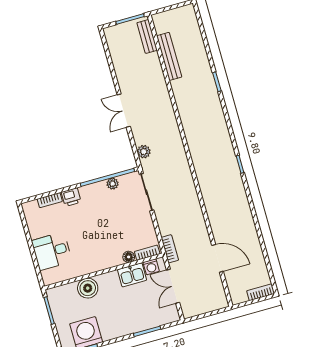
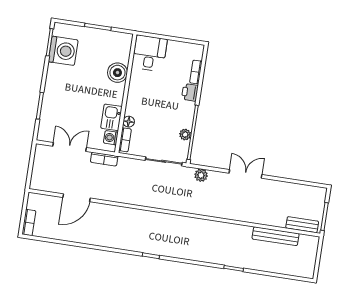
bookcase: (147, 253) -> (125, 140), moved
floor lamp: (129, 257) -> (129, 122), moved
washing machine: (151, 267) -> (111, 138), moved
wall: (104, 272) -> (126, 93), moved
kitchen sink: (132, 275) -> (111, 117), moved
boiler: (88, 288) -> (117, 73), moved

